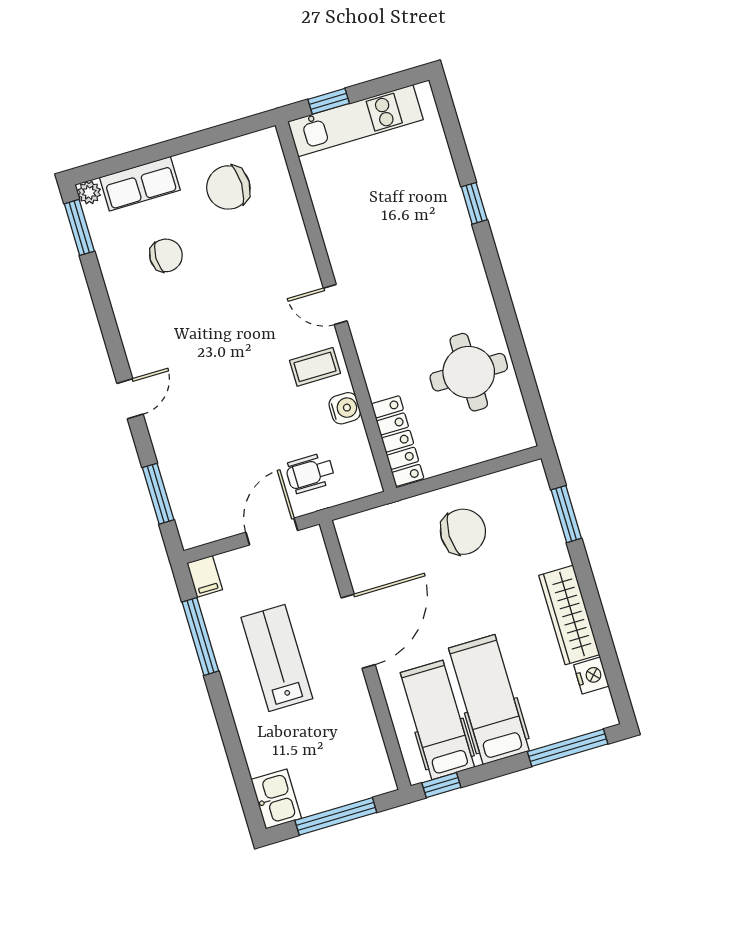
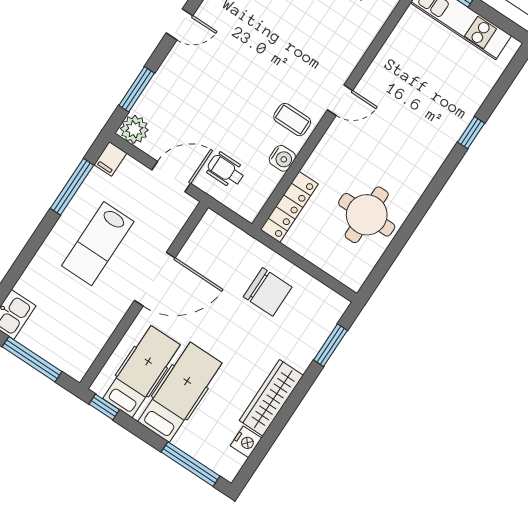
door: (335, 304) -> (340, 100), swing flipped
plant: (195, 529) -> (134, 129), added
lab bench: (277, 658) -> (98, 244), turned 180

